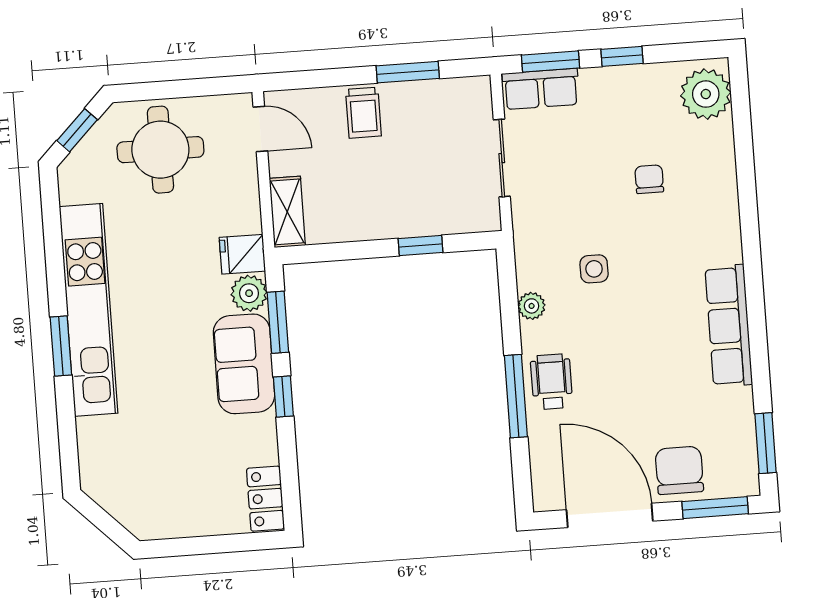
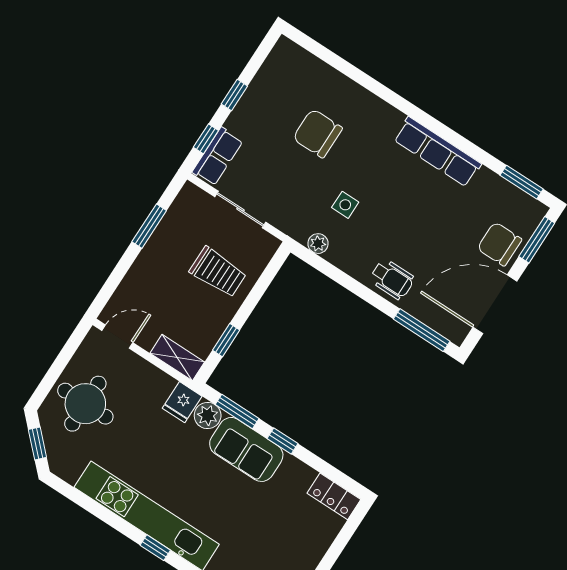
window: (551, 62) -> (206, 139), width x0.67
plant: (706, 94) -> (293, 63), removed
trolley: (363, 113) -> (218, 272), moved, width x1.36, depth x1.39
chair: (649, 179) -> (318, 133), width x1.87, depth x1.87
window: (420, 245) -> (226, 340), moved
plant: (532, 306) -> (318, 244), moved
window: (61, 346) -> (155, 548), width x0.67
wheelchair: (551, 382) -> (392, 279), turned 180
window: (516, 396) -> (422, 330), moved

